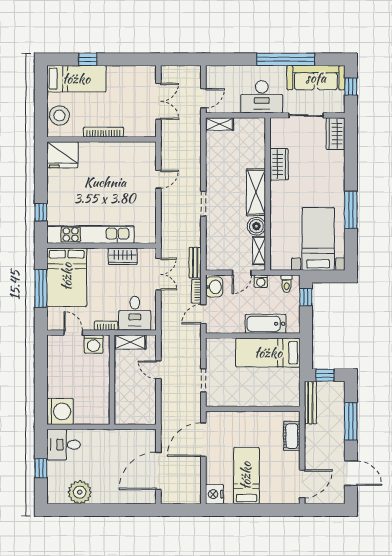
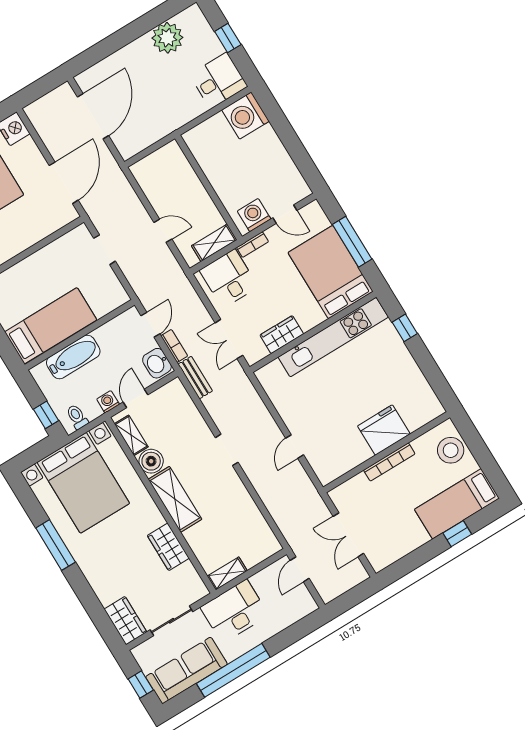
shelving: (220, 124) -> (227, 573), moved
fridge: (62, 155) -> (384, 430), moved
bed with nightstands: (318, 239) -> (83, 483), width x1.36

